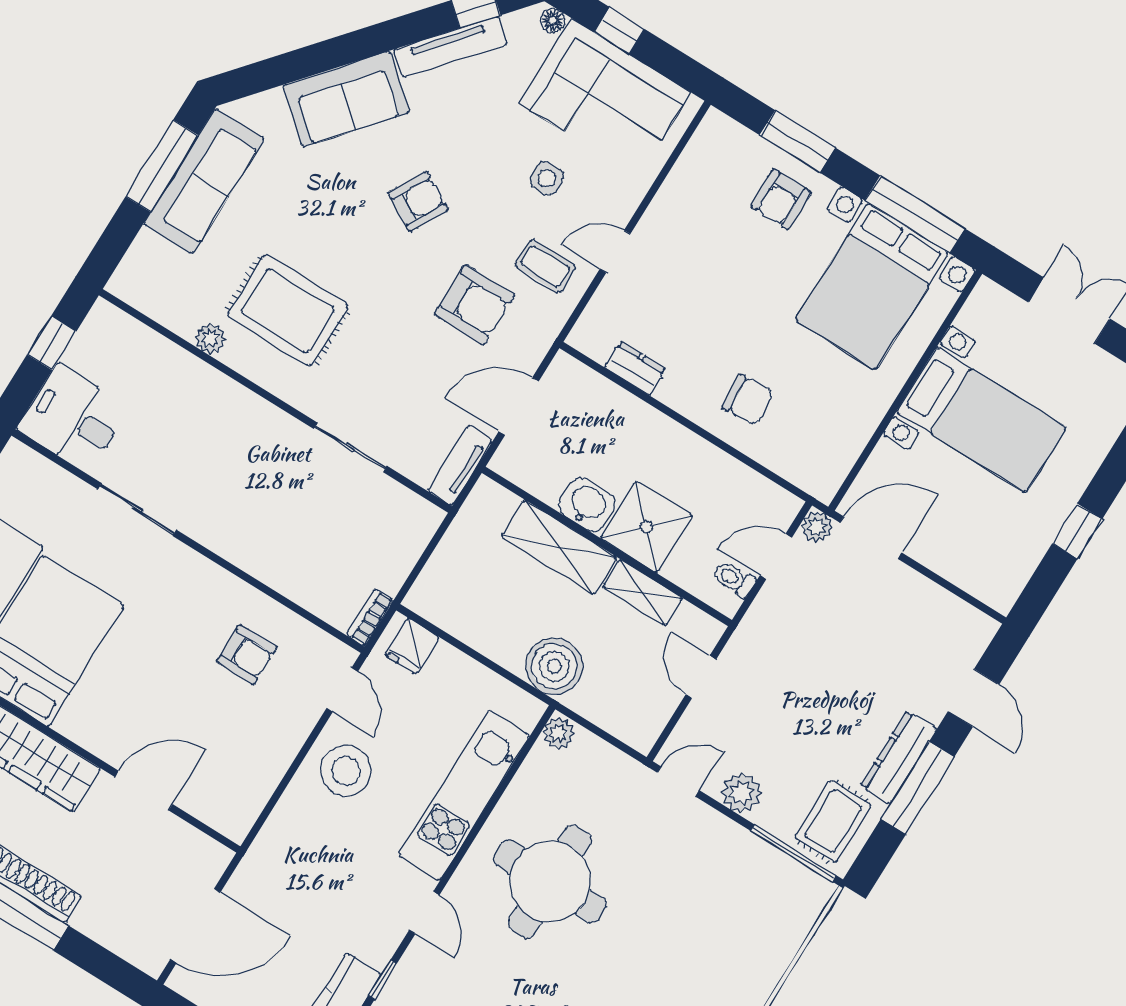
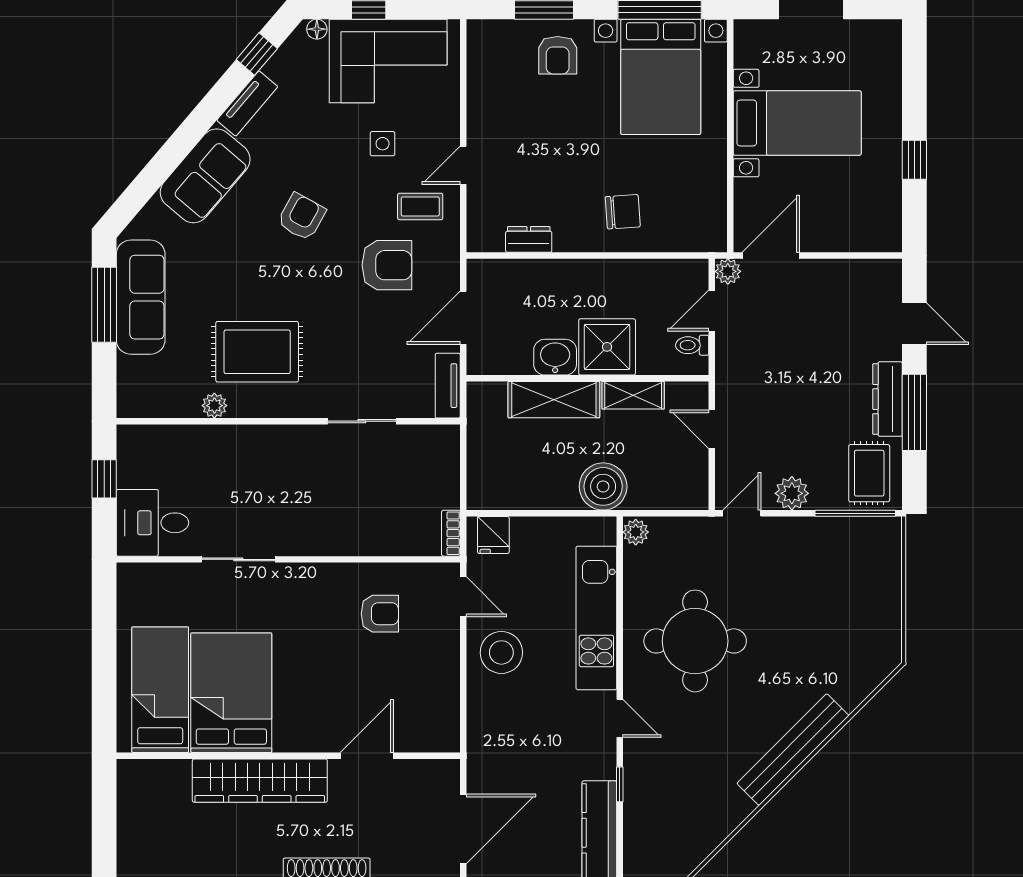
tv unit: (450, 47) -> (247, 103), width x0.71

